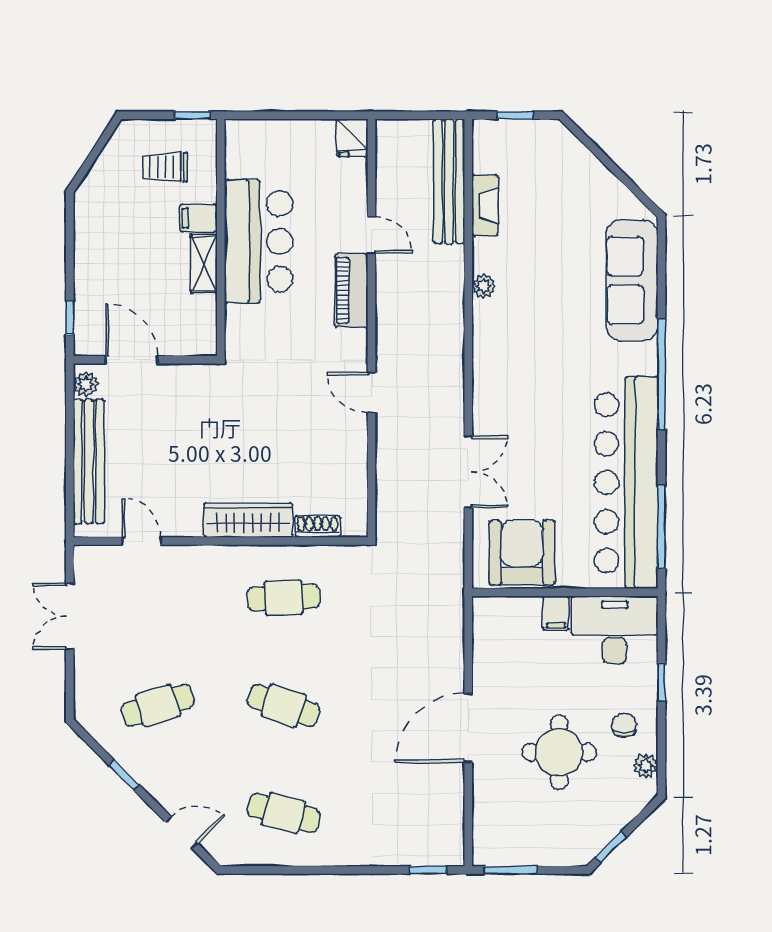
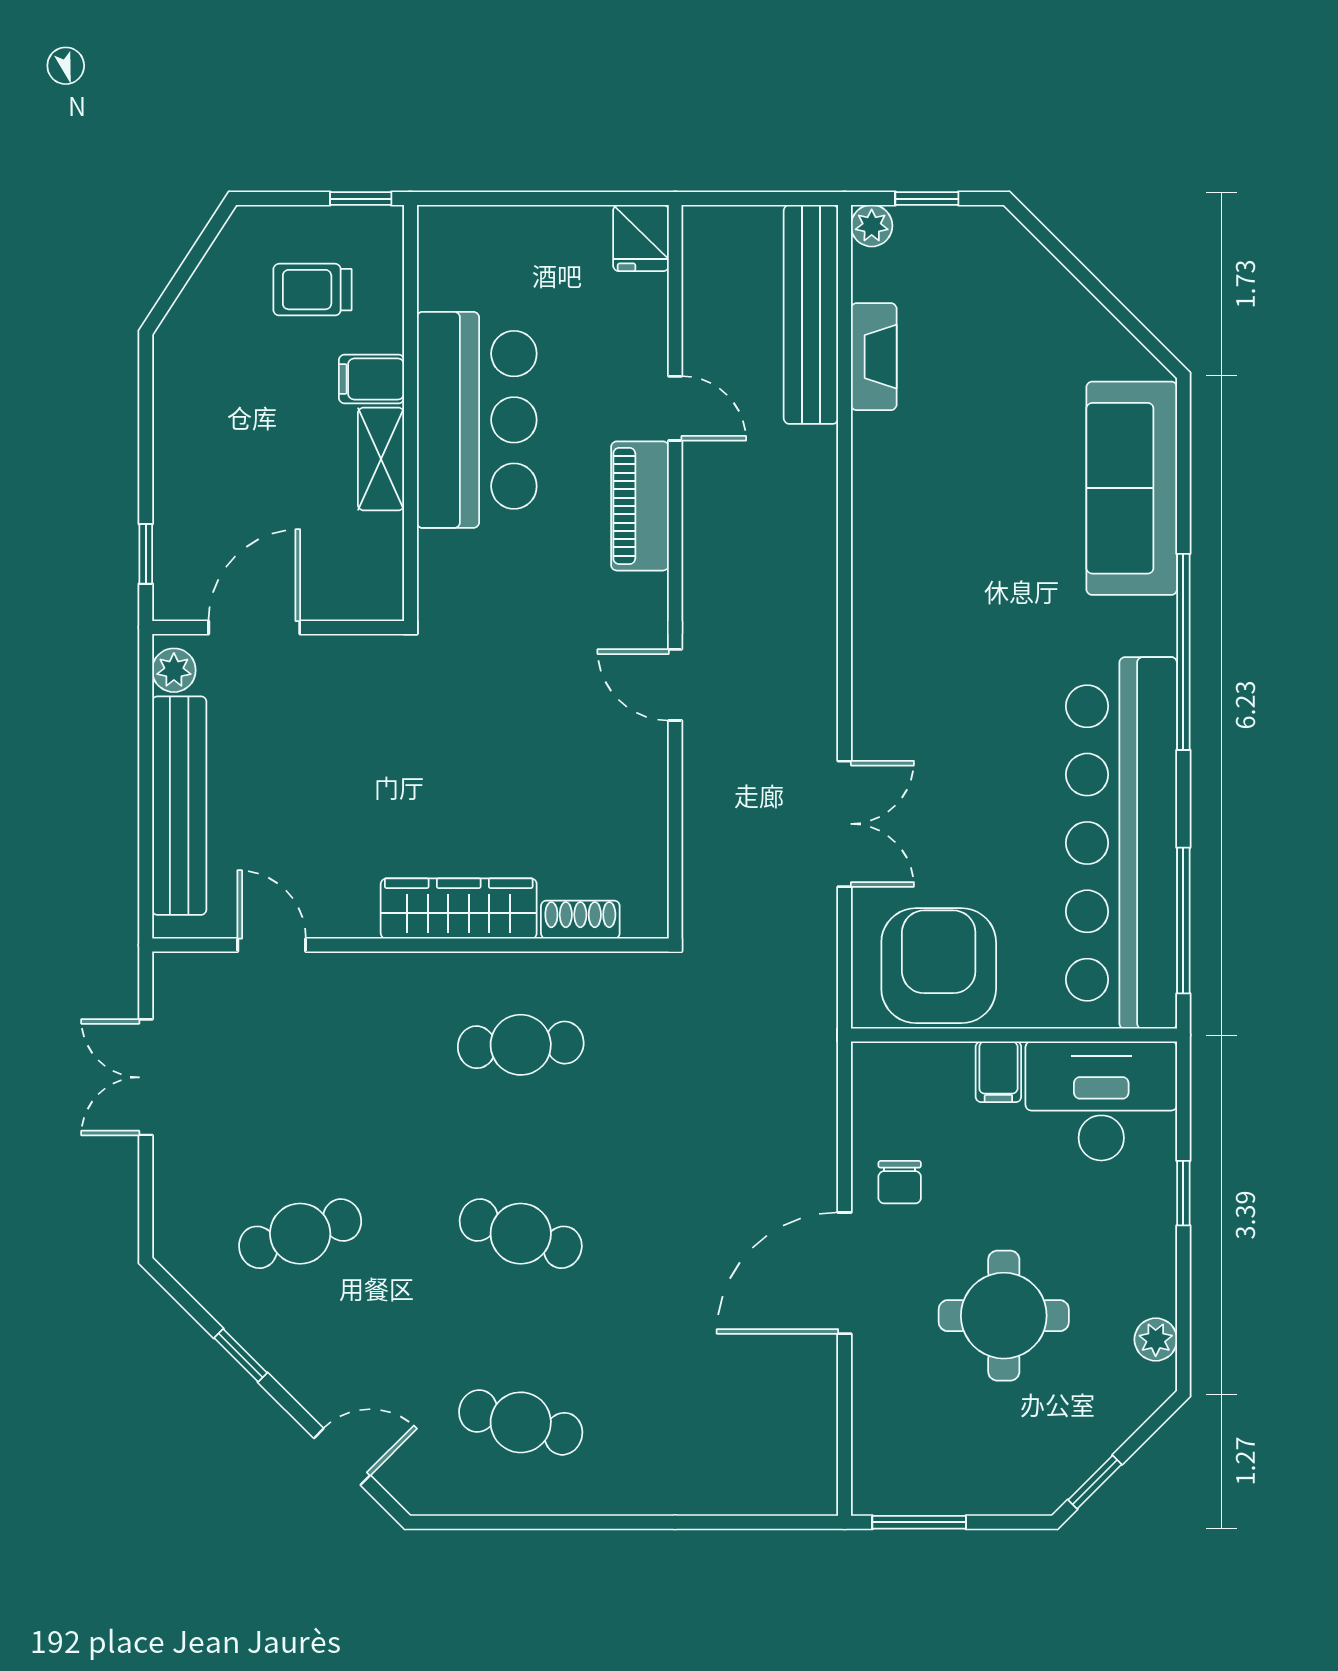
plant: (484, 286) -> (872, 226), moved
door: (132, 360) -> (254, 627), hinge flipped
chair: (624, 725) -> (900, 1182), moved, turned 180
window: (428, 870) -> (775, 1522), removed

